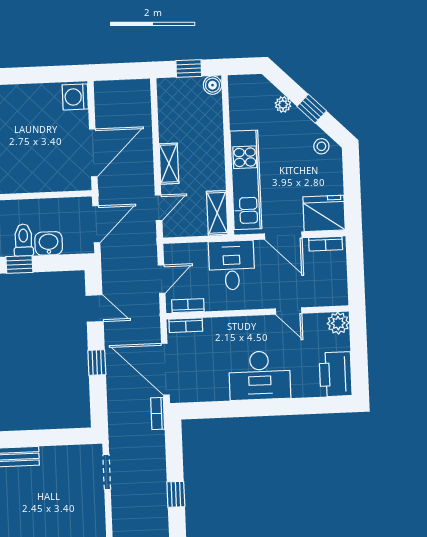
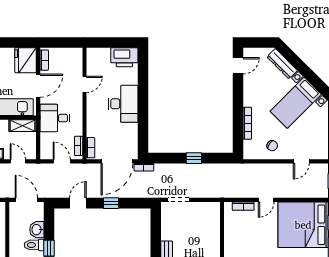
plant: (338, 323) -> (93, 54), removed

